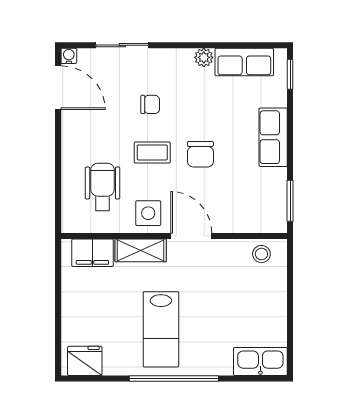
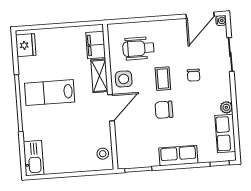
wheelchair: (103, 187) -> (138, 48), turned 180

